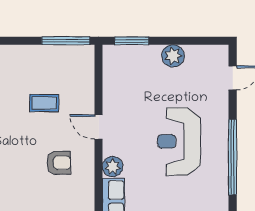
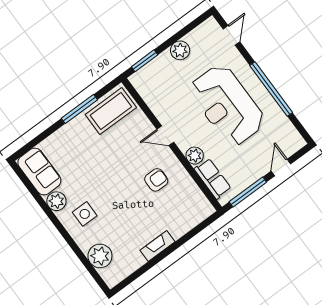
window: (66, 41) -> (79, 109), moved
coffee table: (44, 103) -> (111, 111), moved, width x1.86, depth x1.72
reception desk: (179, 141) -> (227, 105), width x1.36, depth x1.30

